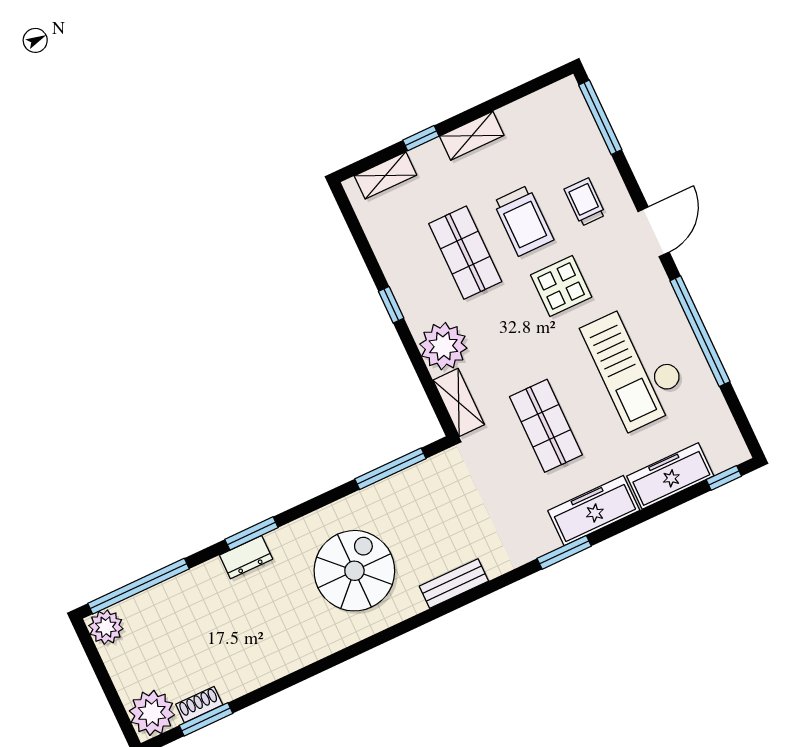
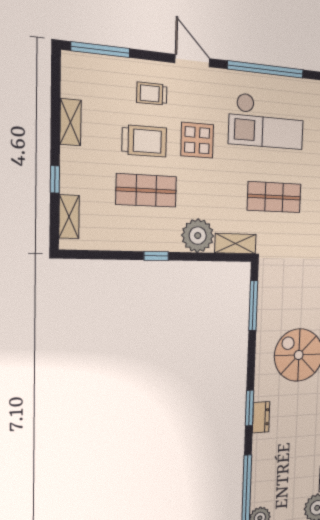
shelving: (472, 136) -> (71, 122), moved

